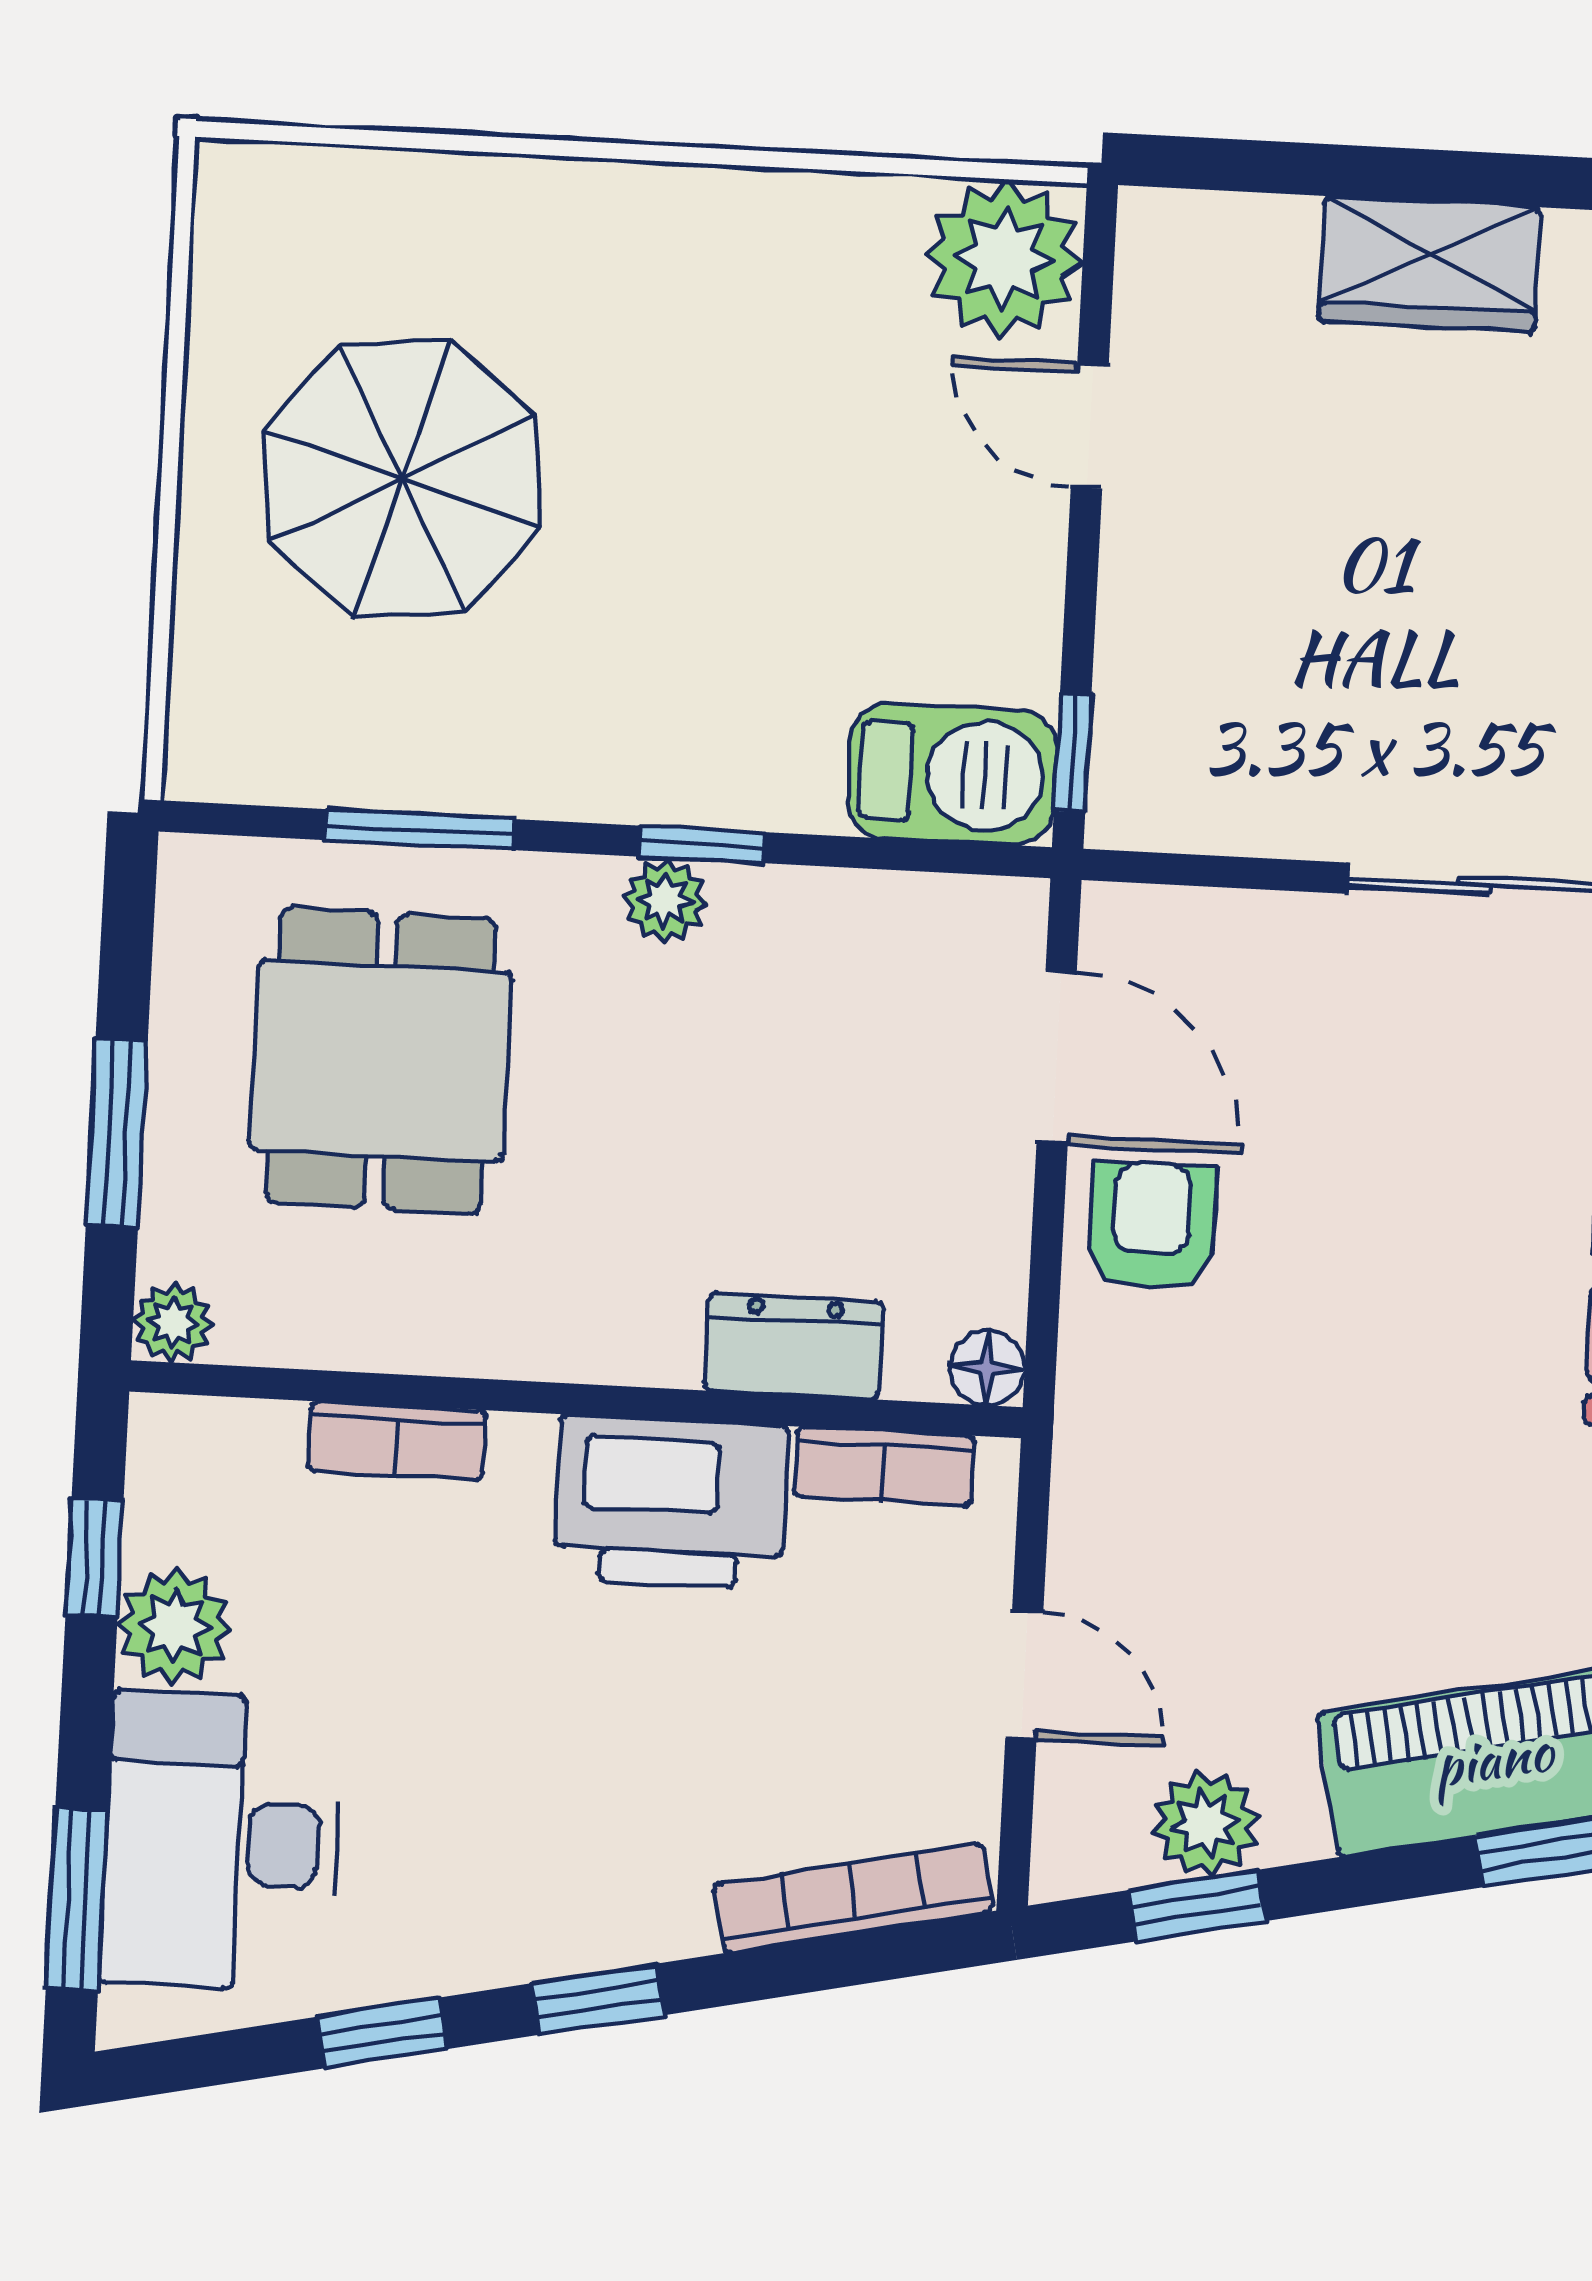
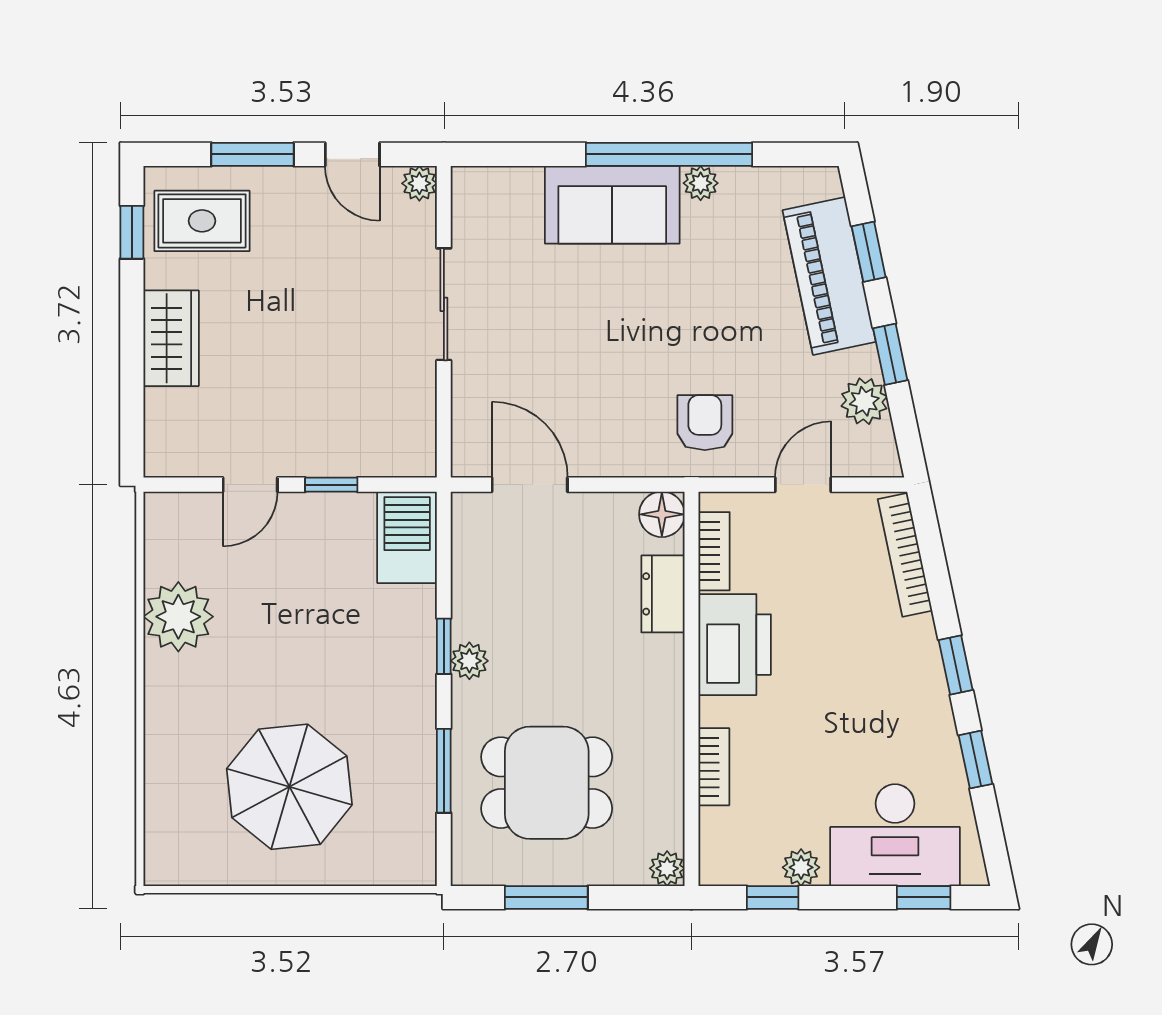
plant: (1004, 258) -> (178, 617), moved
window: (1073, 752) -> (331, 485), moved
door: (1057, 1058) -> (530, 485), hinge flipped
window: (117, 1133) -> (546, 897), moved
armchair: (1152, 1226) -> (705, 423), moved, turned 90
floor lamp: (987, 1368) -> (662, 514), width x1.37, depth x1.37
plant: (175, 1626) -> (801, 867), width x0.73, depth x0.73
window: (77, 1899) -> (924, 897), width x0.67
window: (1197, 1906) -> (890, 354), moved

